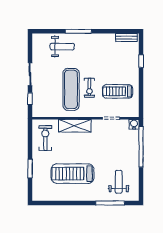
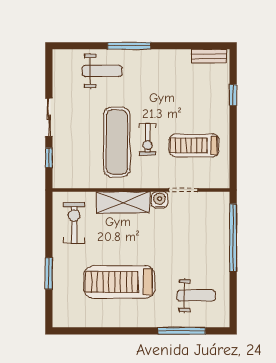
water cooler: (134, 124) -> (159, 200), moved
weight bench: (119, 182) -> (196, 295), turned 90

